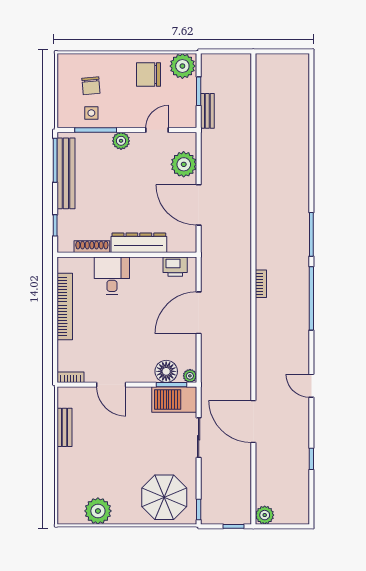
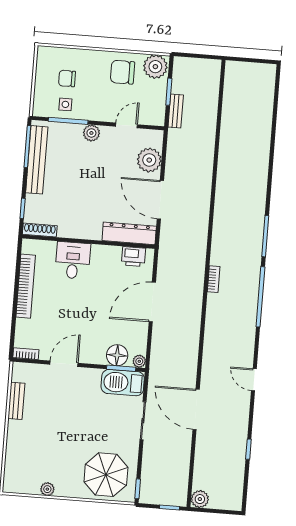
chair: (91, 86) -> (67, 78), turned 95
dresser: (139, 243) -> (129, 233), moved
shoe rack: (92, 247) -> (40, 230), moved
door: (111, 385) -> (64, 364), swing flipped
plant: (98, 511) -> (47, 489), width x0.53, depth x0.53

